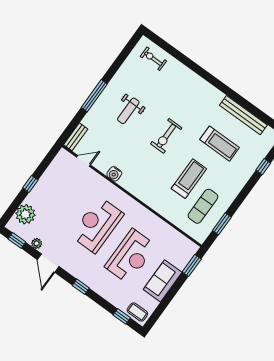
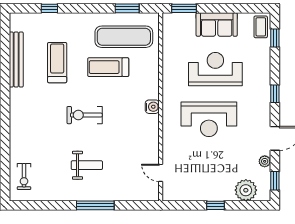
exercise bike: (166, 136) -> (85, 115), turned 180
bench: (76, 137) -> (144, 195), removed
water cooler: (114, 174) -> (152, 107), moved
exercise mat: (203, 206) -> (124, 37), width x1.36, depth x1.45

